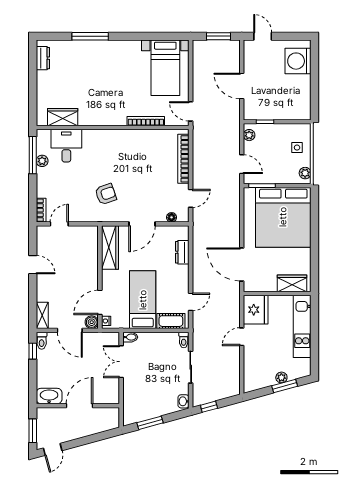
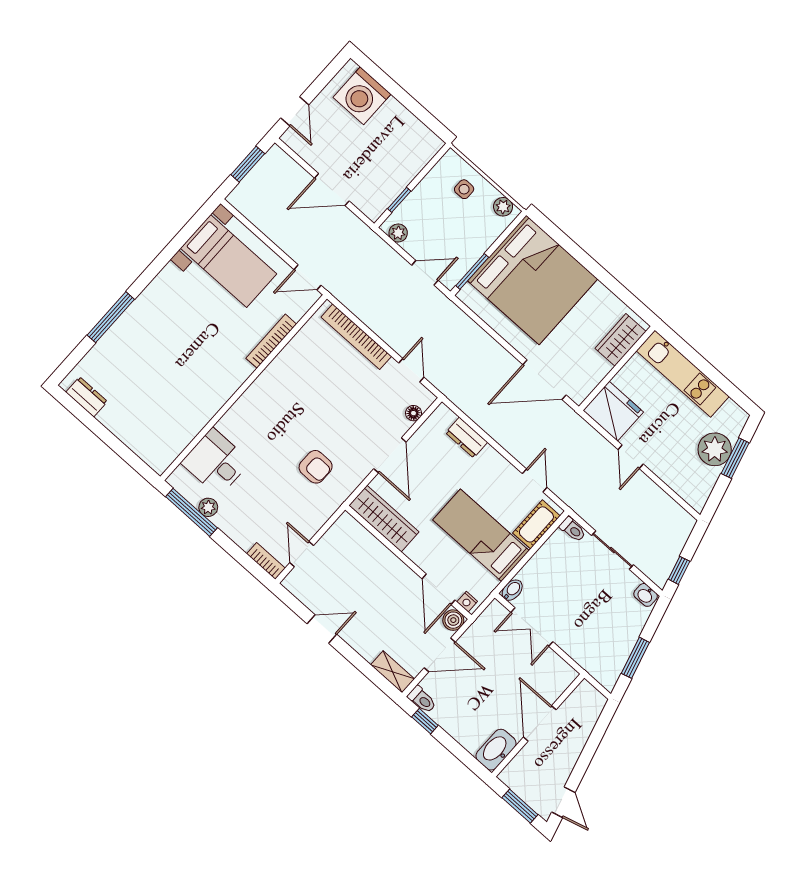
door: (263, 36) -> (295, 111), swing flipped
wardrobe: (63, 117) -> (178, 436), removed
armchair: (106, 194) -> (316, 467), turned 109
plant: (281, 377) -> (715, 449), width x1.88, depth x1.88

